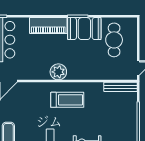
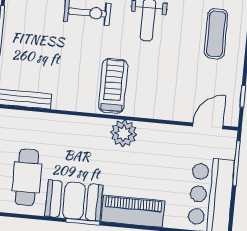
treadmill: (67, 100) -> (113, 86), turned 90

